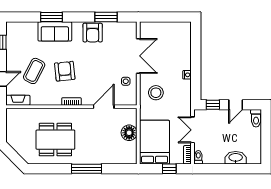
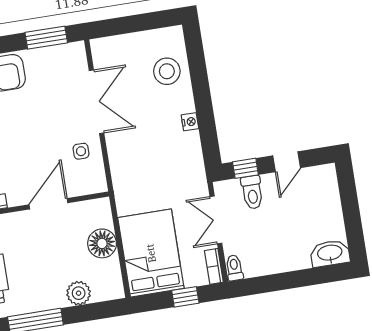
window: (106, 17) -> (46, 38), moved
stool: (156, 93) -> (167, 71), moved
toilet: (256, 118) -> (252, 192), moved
plant: (112, 158) -> (79, 293), added
washbasin: (236, 158) -> (330, 253), moved

